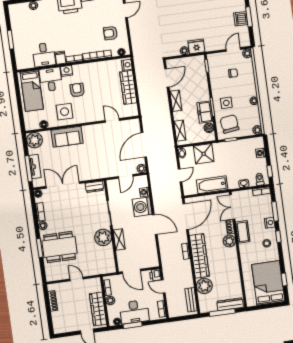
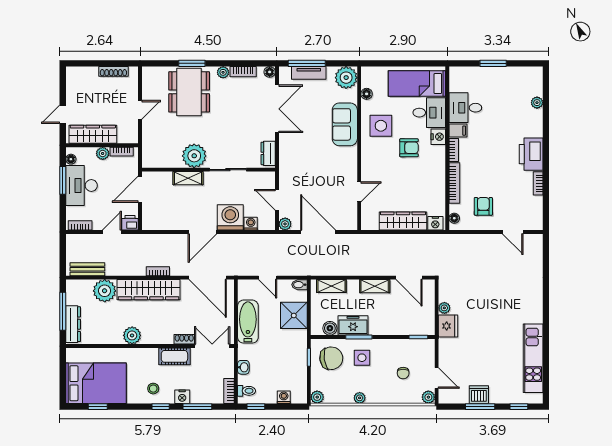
plant: (229, 241) -> (132, 335), moved

